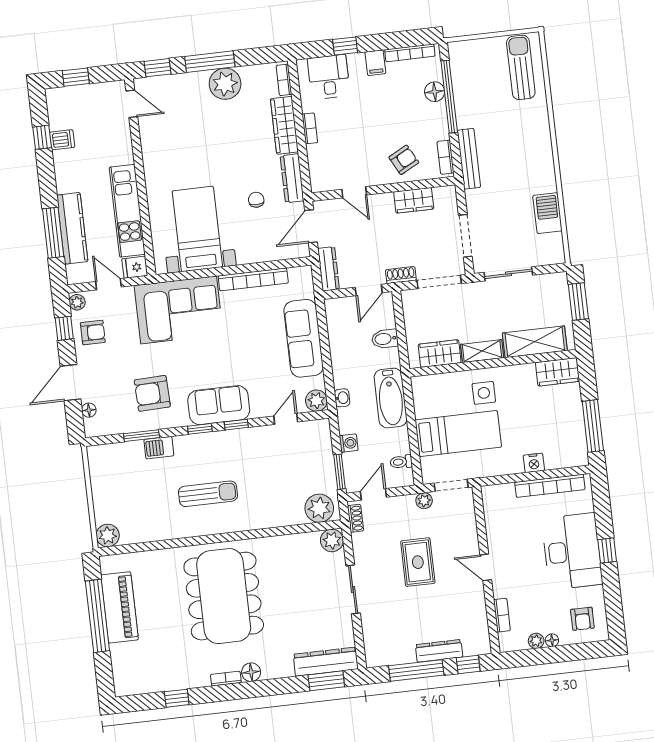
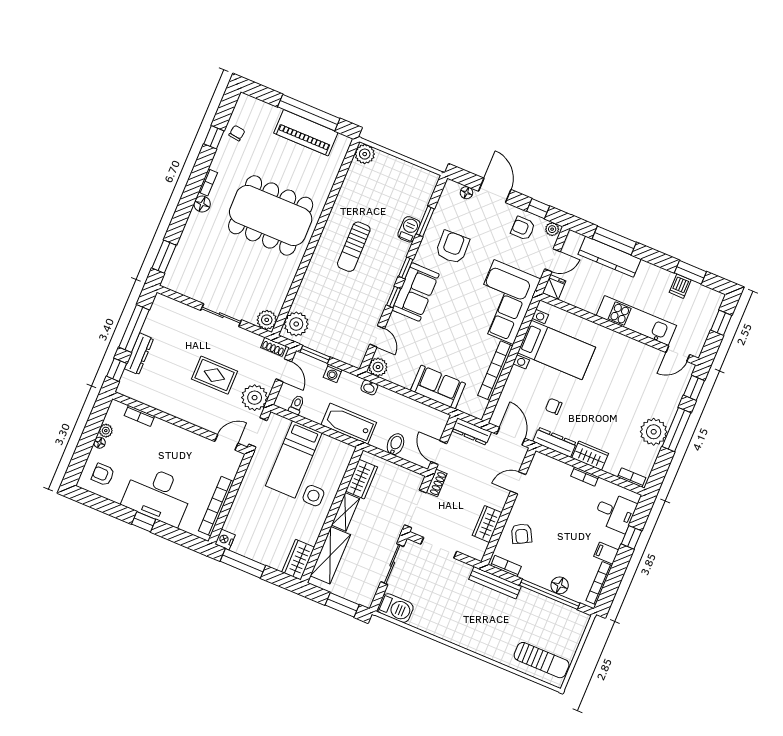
wardrobe: (284, 125) -> (590, 456), width x0.67
window: (42, 137) -> (690, 272), width x1.50
chair: (256, 200) -> (554, 406), turned 180
kitchen unit: (127, 211) -> (636, 321), moved
barbecue: (548, 213) -> (395, 608), moved
armchair: (93, 333) -> (523, 228), turned 90
sofa: (304, 338) -> (438, 387), width x0.73
nightstand: (534, 463) -> (225, 539), moved
plant: (424, 501) -> (255, 398), width x1.88, depth x1.88
door: (486, 567) -> (226, 442), moved
dresser: (326, 662) -> (179, 264), removed
chair: (159, 677) -> (237, 133), added

